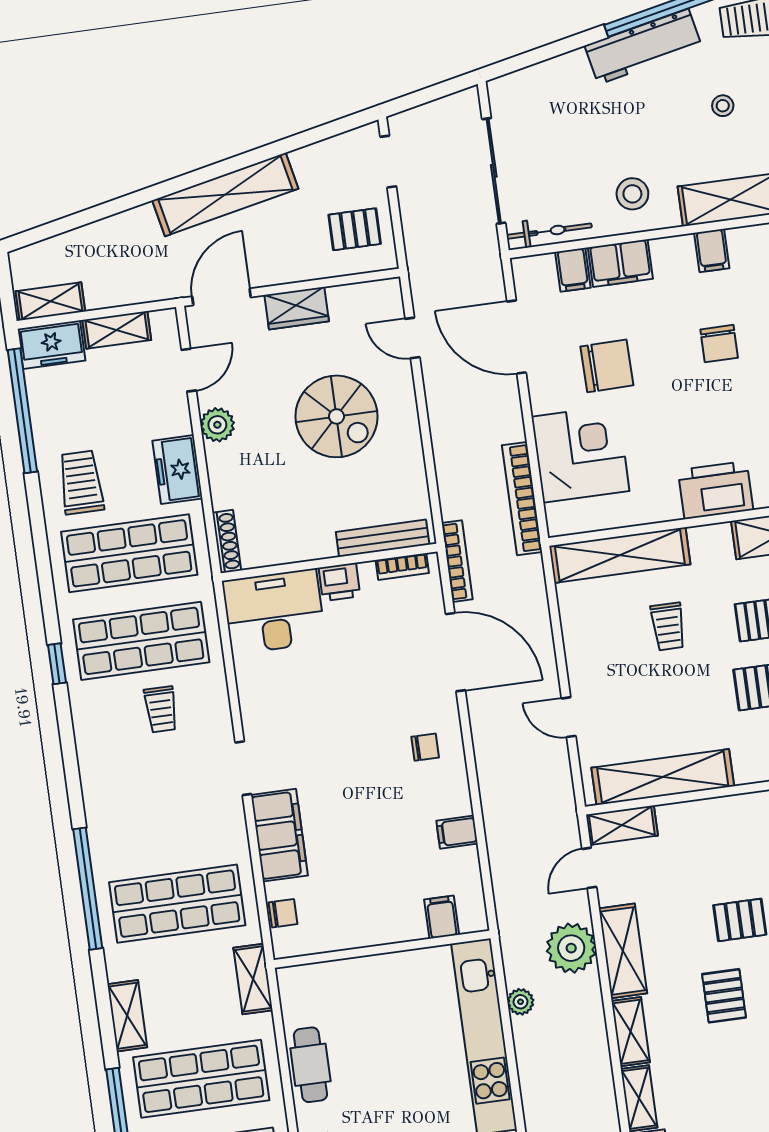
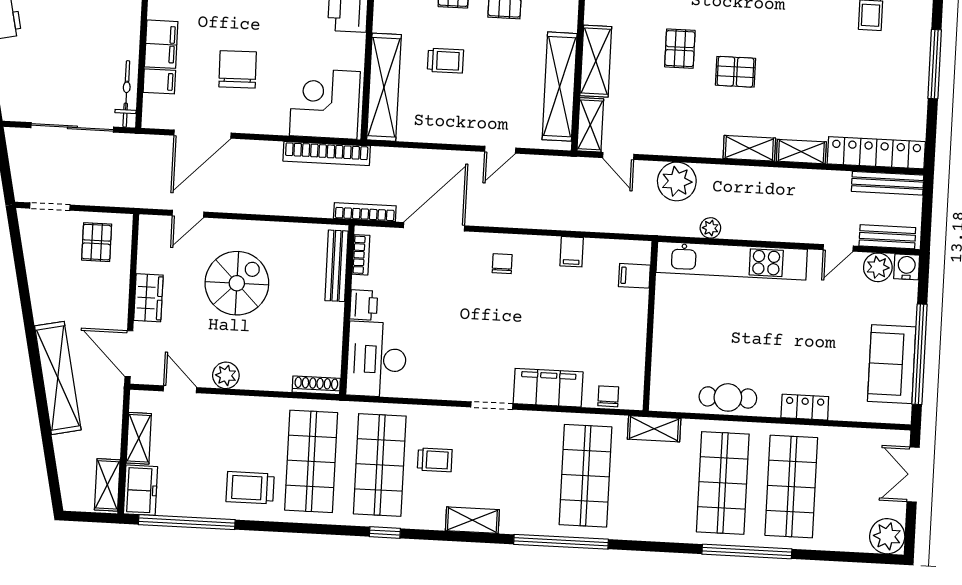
shelving: (225, 194) -> (58, 378), moved
stool: (632, 194) -> (110, 25), removed
corner desk: (580, 454) -> (325, 104), moved
freezer: (177, 470) -> (254, 412), removed
shelving: (623, 951) -> (596, 61), moved, turned 90
shelving: (127, 1016) -> (472, 520), moved

